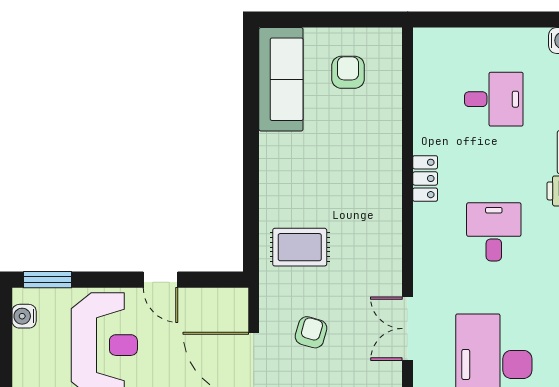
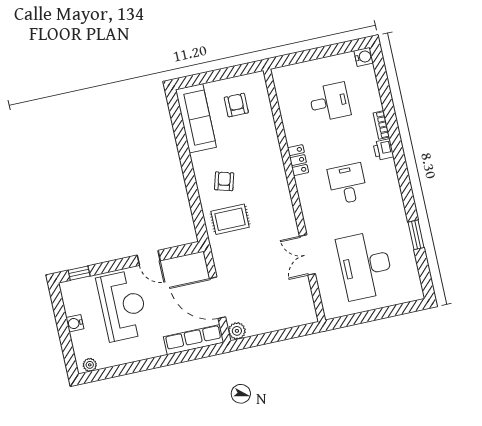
window: (48, 280) -> (79, 273), width x0.67
water cooler: (24, 316) -> (75, 323), moved
armchair: (311, 332) -> (224, 181), moved

